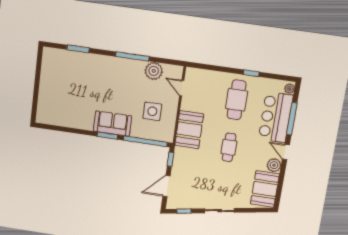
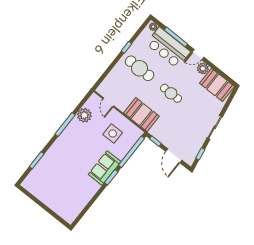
door: (182, 88) -> (108, 102), hinge flipped

